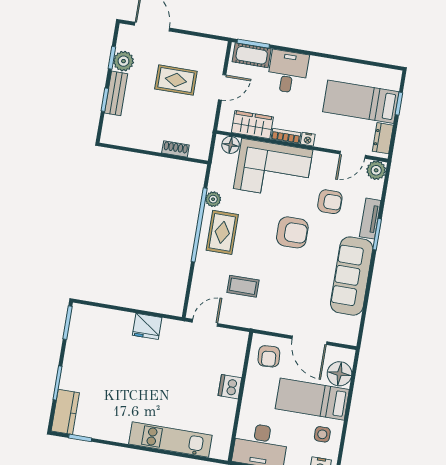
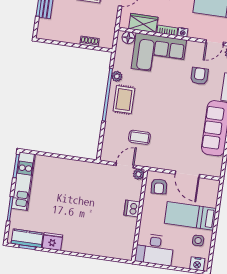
armchair: (330, 202) -> (199, 76), turned -90
armchair: (292, 232) -> (173, 98), removed
door: (205, 323) -> (125, 165), moved
fridge: (147, 326) -> (52, 241), moved, turned 180
plant: (240, 338) -> (138, 174), added
floor lamp: (339, 374) -> (209, 197), removed
kitchen counter: (65, 412) -> (27, 238), moved, turned -90
kitchen unit: (170, 440) -> (23, 181), moved, turned 90

